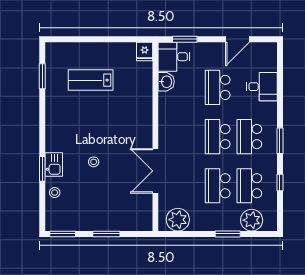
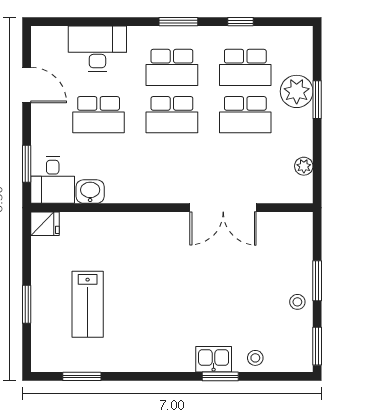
window: (91, 39) -> (27, 304), added
desk: (262, 87) -> (97, 49), width x1.37
stool: (94, 162) -> (297, 302), moved
plant: (178, 220) -> (304, 166), width x0.53, depth x0.53
plant: (252, 220) -> (297, 91), moved

